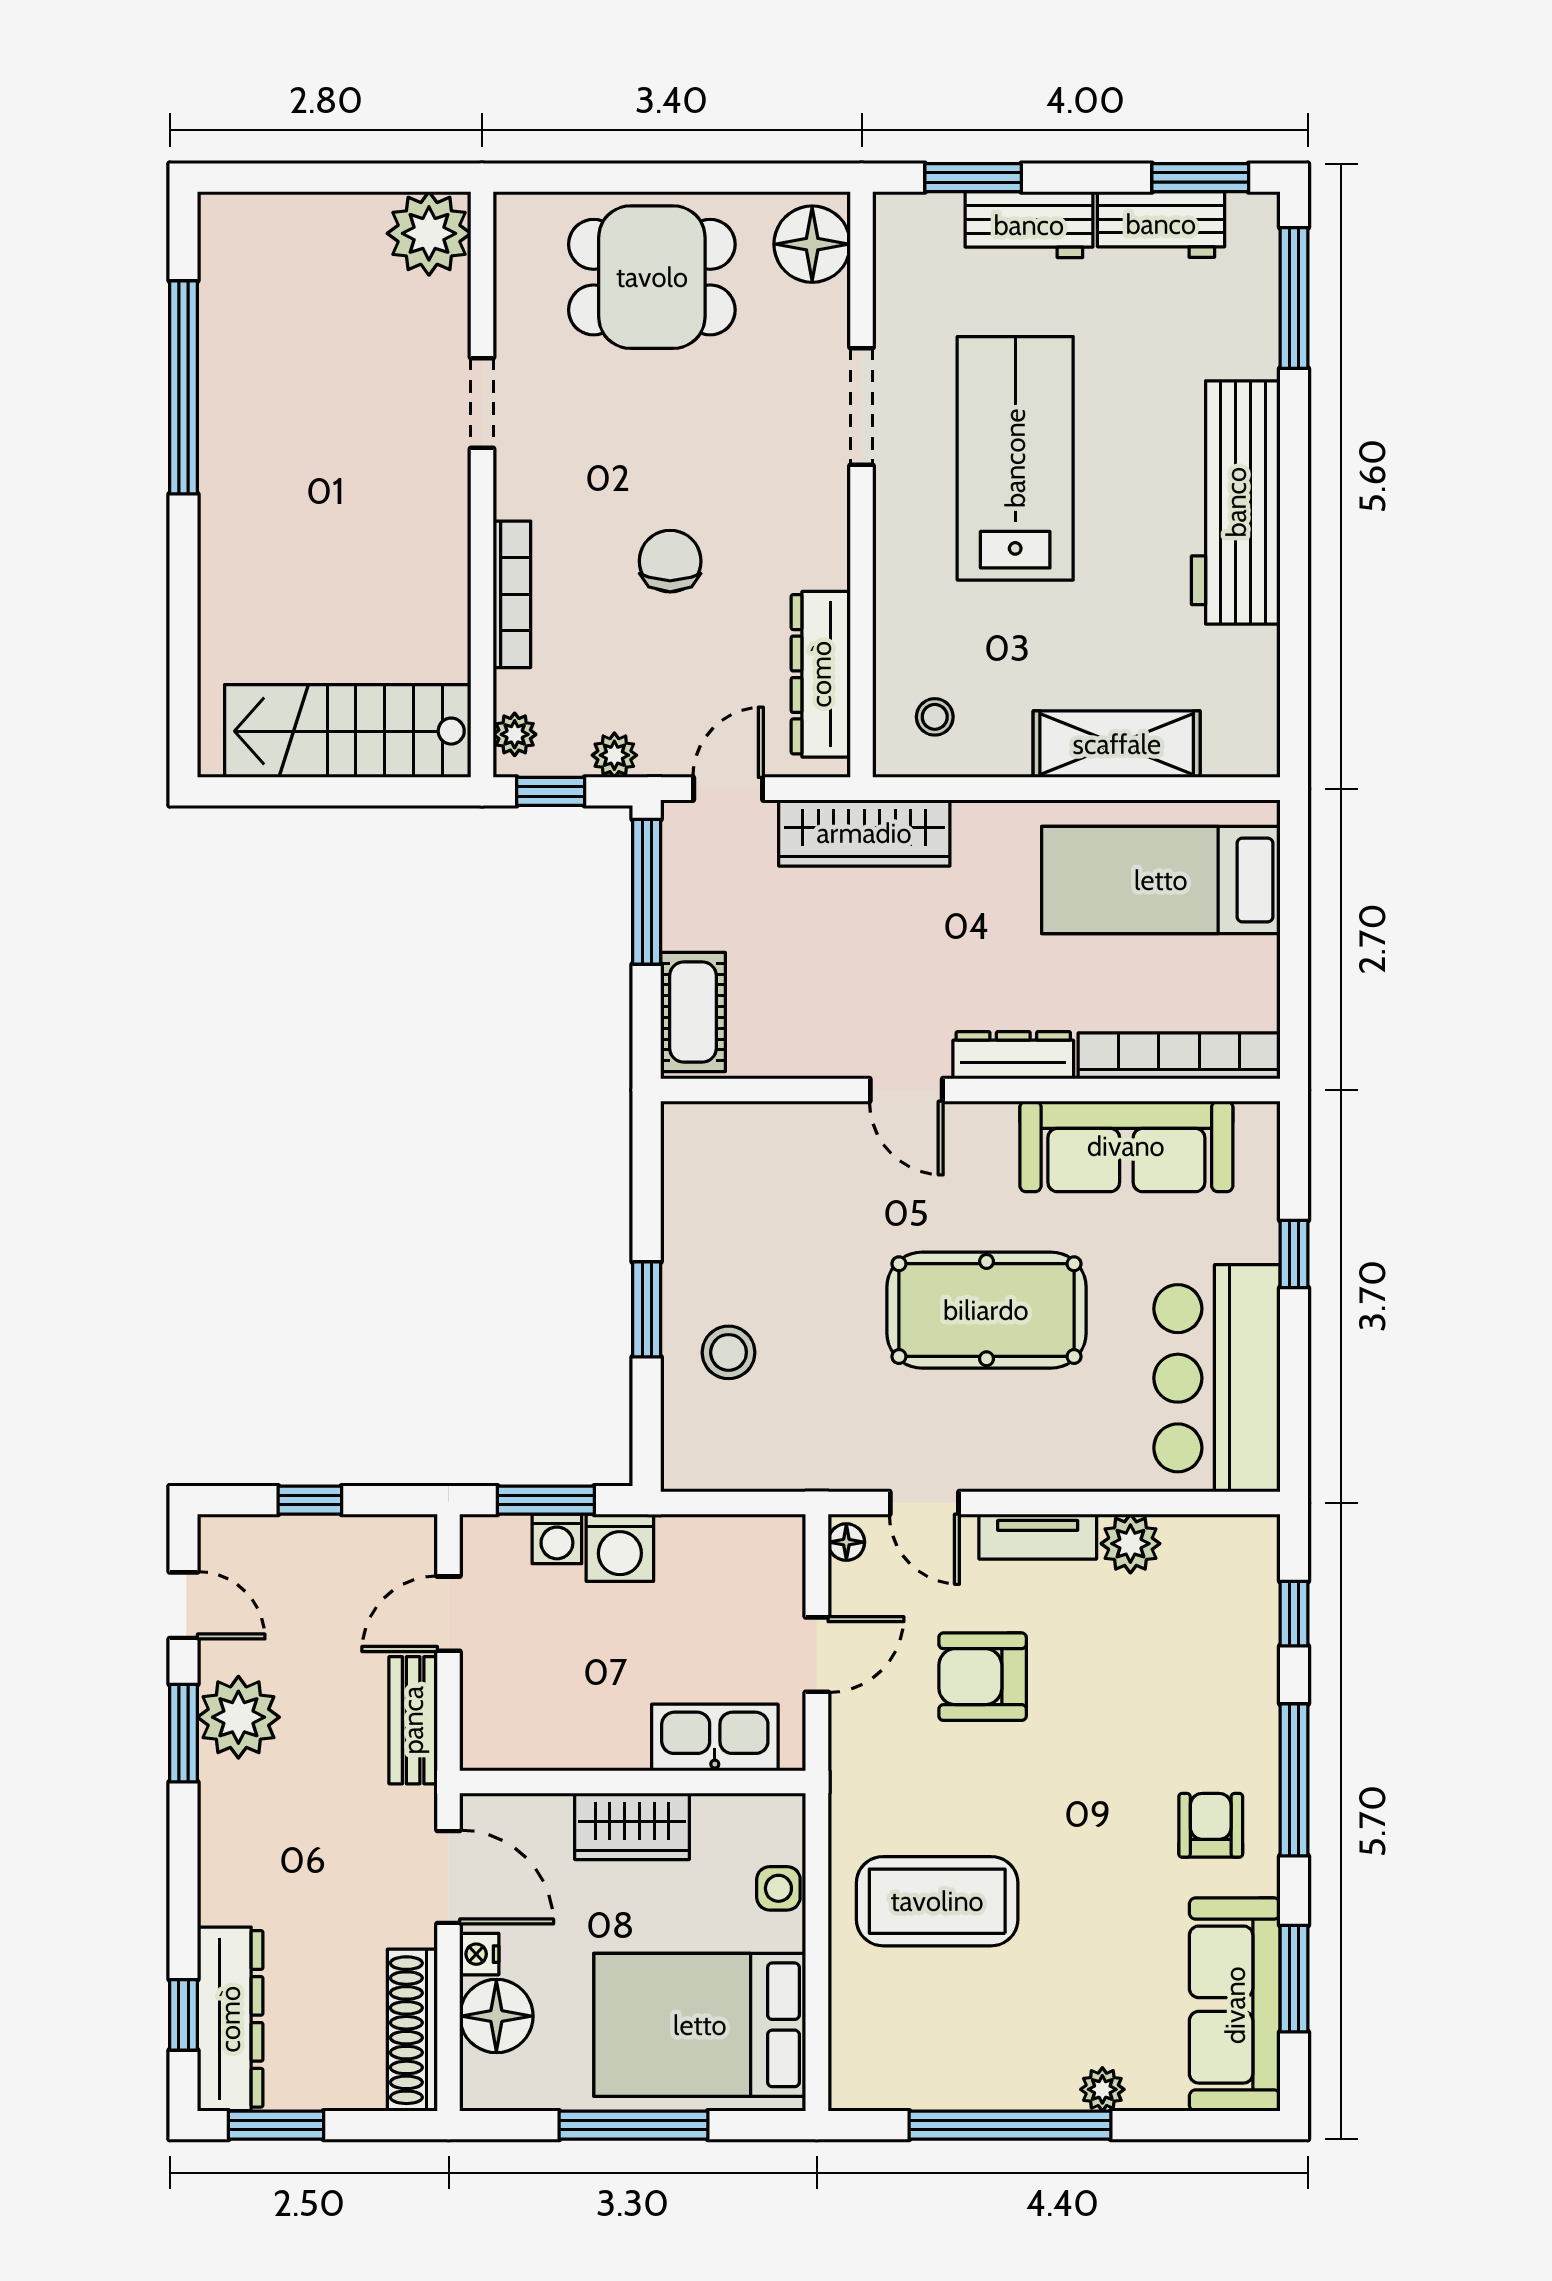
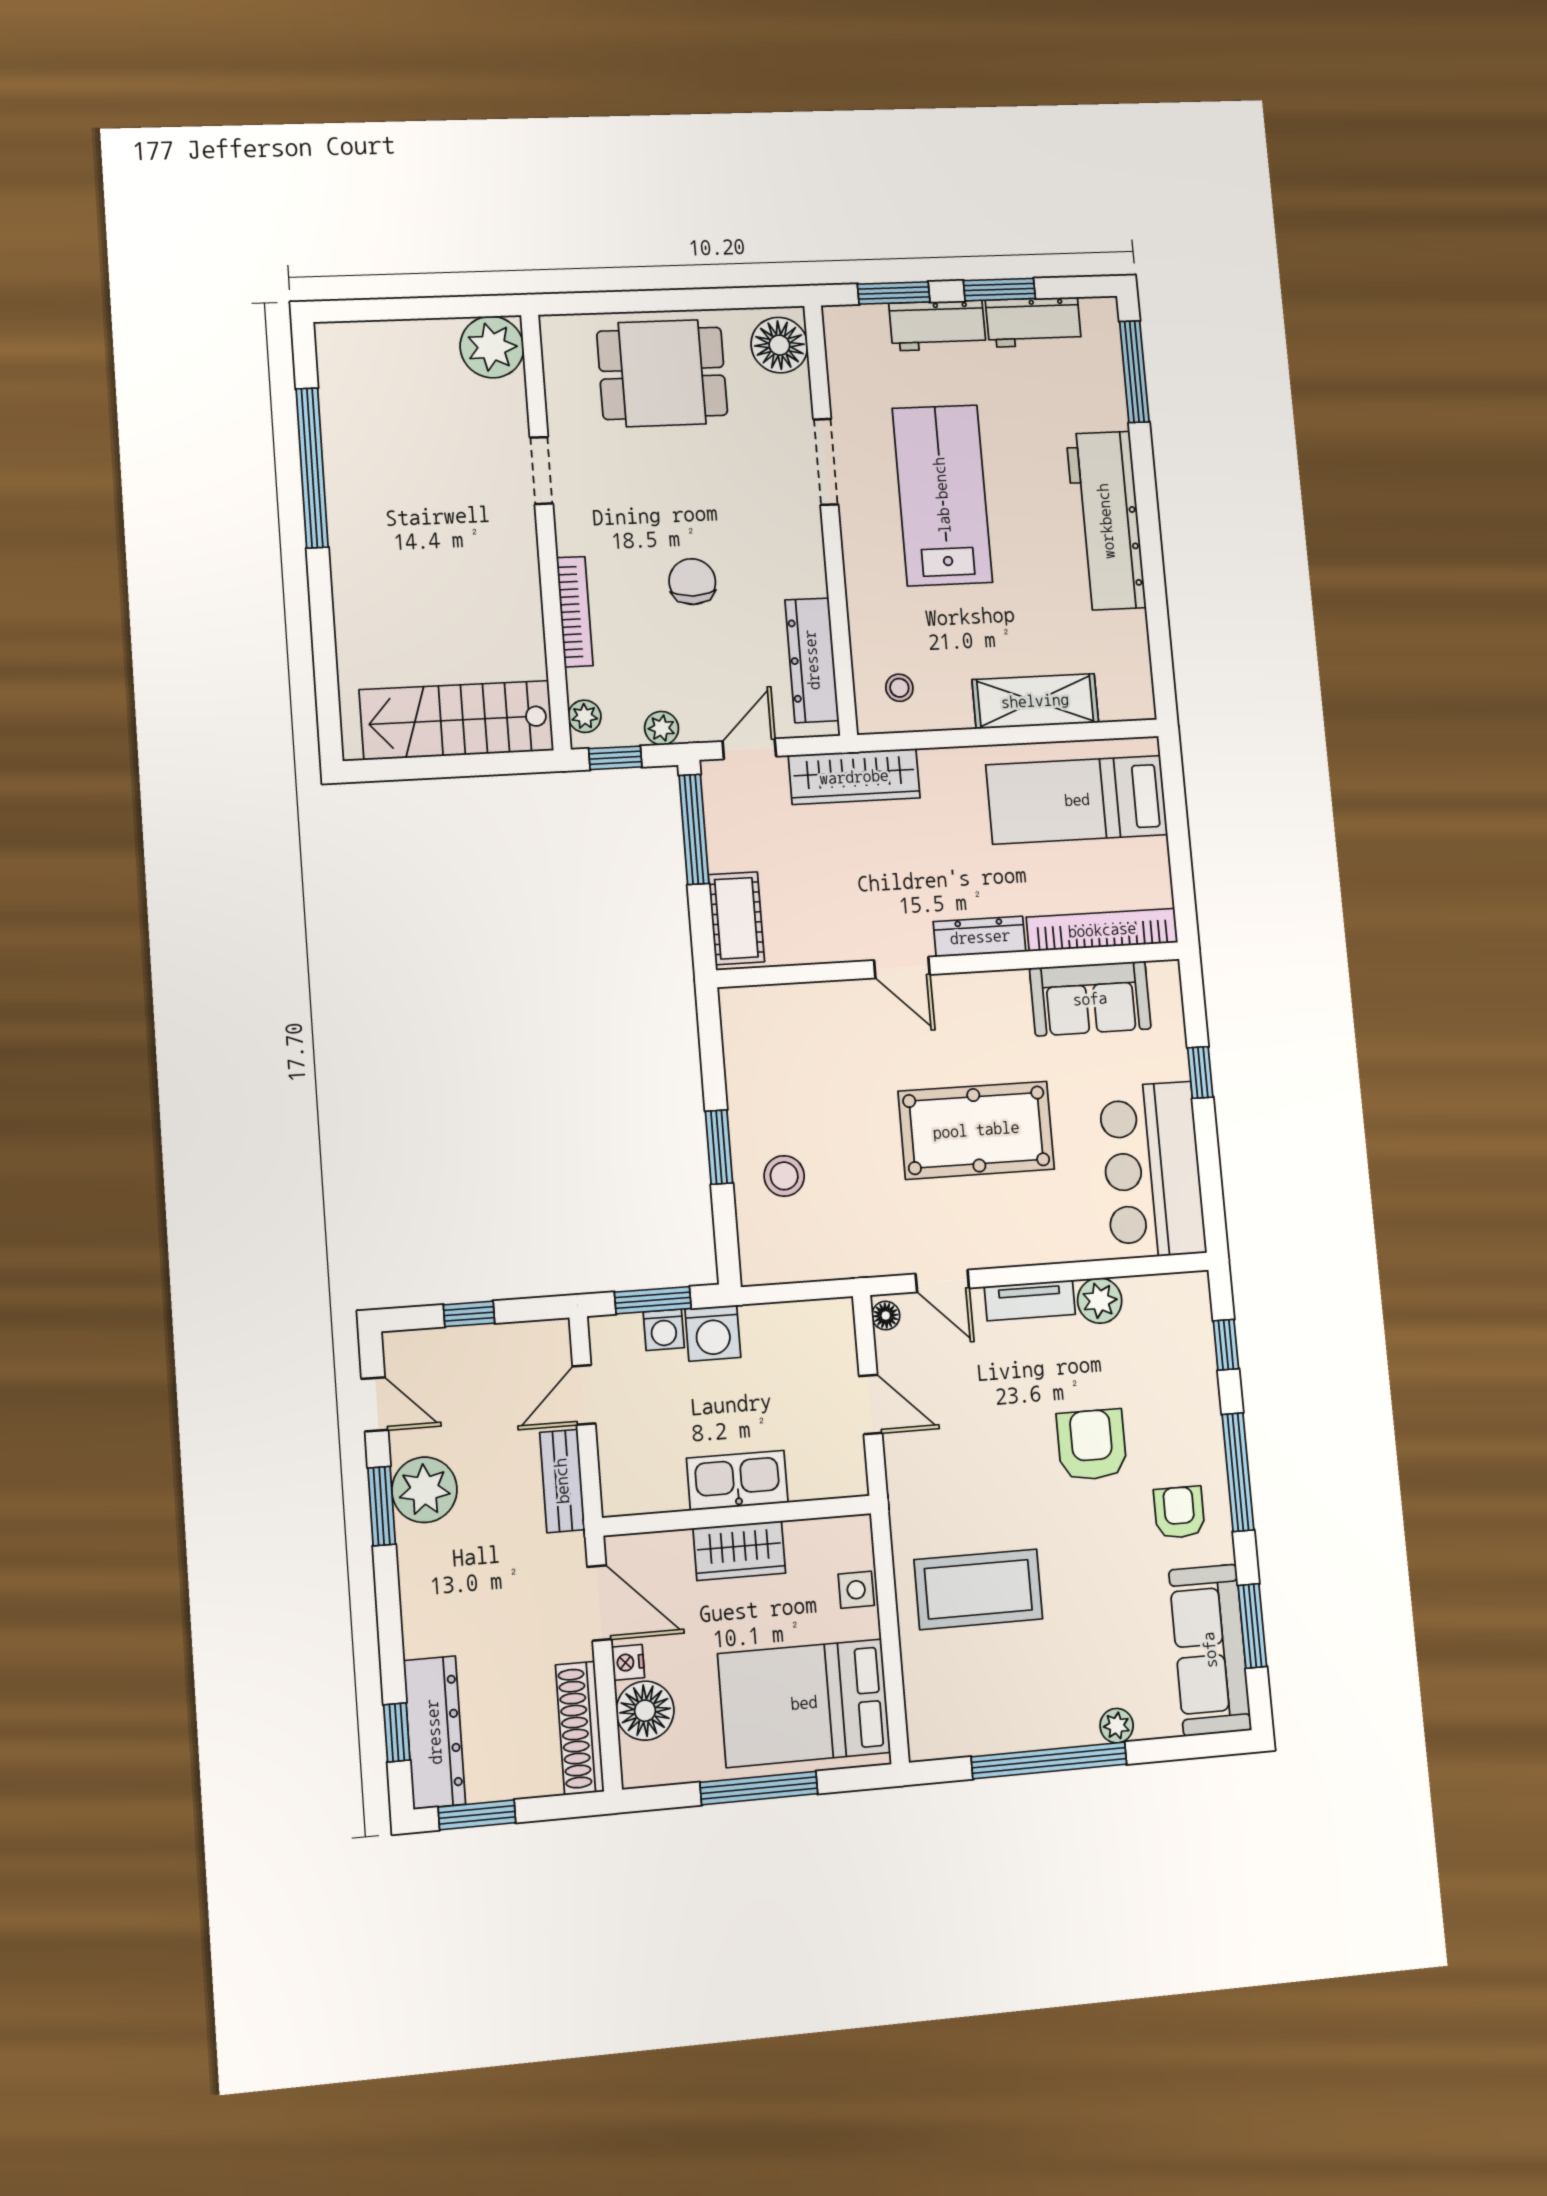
window: (1200, 178) -> (999, 290), moved
sofa: (1126, 1146) -> (1090, 999), width x0.73
door: (817, 1655) -> (871, 1404), hinge flipped
armchair: (983, 1677) -> (1092, 1445), moved, turned 90
kitchen sink: (715, 1737) -> (737, 1480), moved

